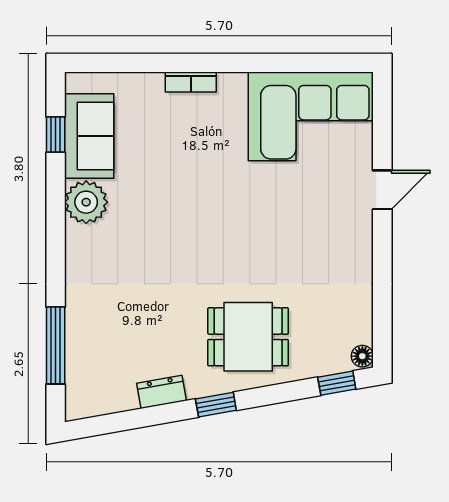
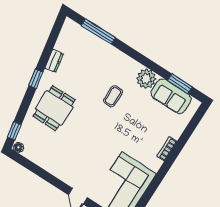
window: (56, 135) -> (180, 84), width x1.50
coffee table: (157, 242) -> (113, 96), added

